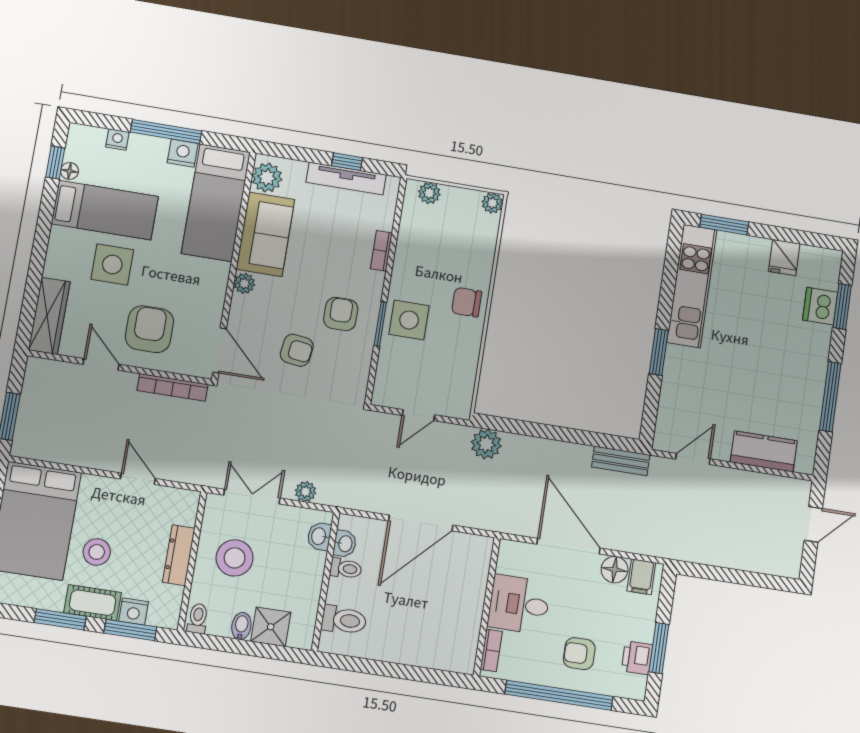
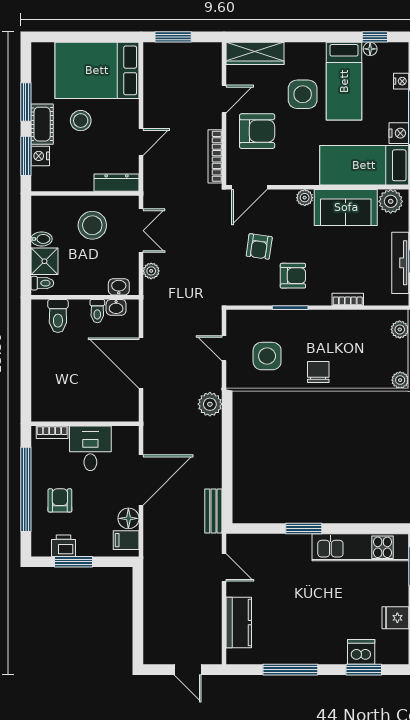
side table: (409, 320) -> (267, 356), moved
dresser: (179, 555) -> (116, 183), moved
toilet: (198, 618) -> (42, 283), moved

